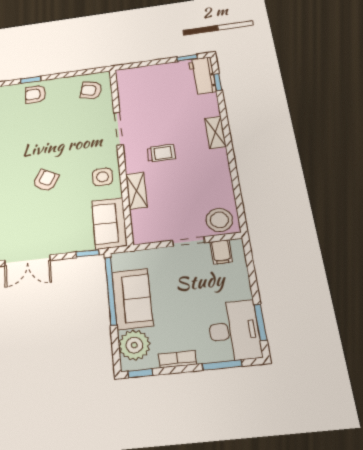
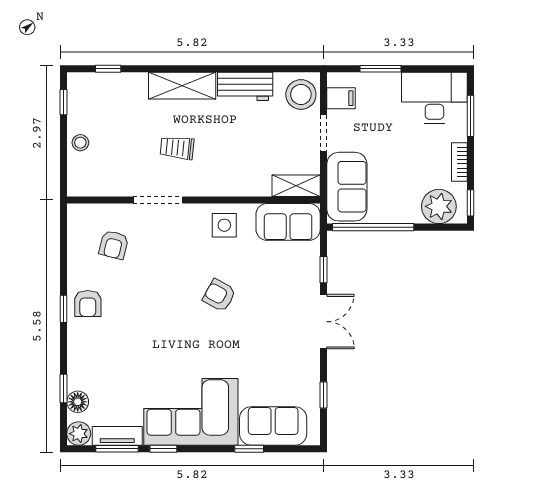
stool: (157, 73) -> (80, 143), added
workbench: (202, 76) -> (245, 86), moved
armchair: (91, 90) -> (114, 245), moved
shelving: (215, 132) -> (182, 86), width x1.50, depth x1.33
trolley: (161, 153) -> (177, 148), moved, turned -84
shelving: (137, 191) -> (296, 186), moved
window: (88, 253) -> (324, 270), moved
sofa: (132, 299) -> (347, 187), moved, turned 90
window: (260, 322) -> (380, 69), moved

